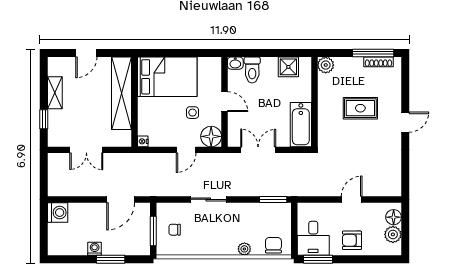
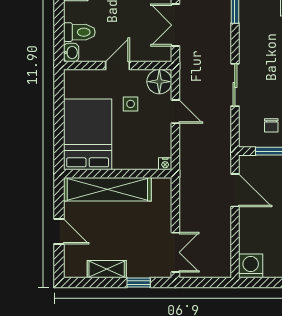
double door: (86, 150) -> (175, 252), moved

